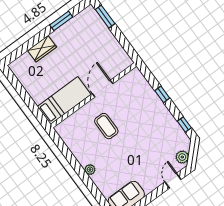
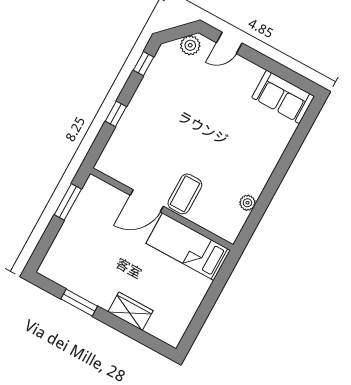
window: (105, 17) -> (68, 202), moved
coffee table: (106, 126) -> (185, 194), moved
plant: (90, 170) -> (247, 203), moved

